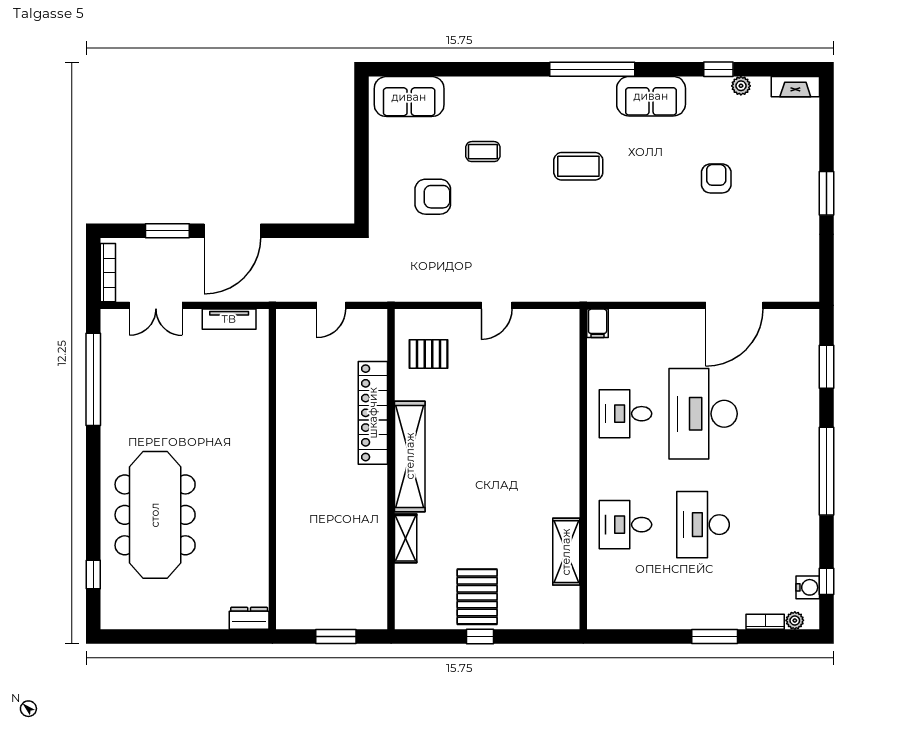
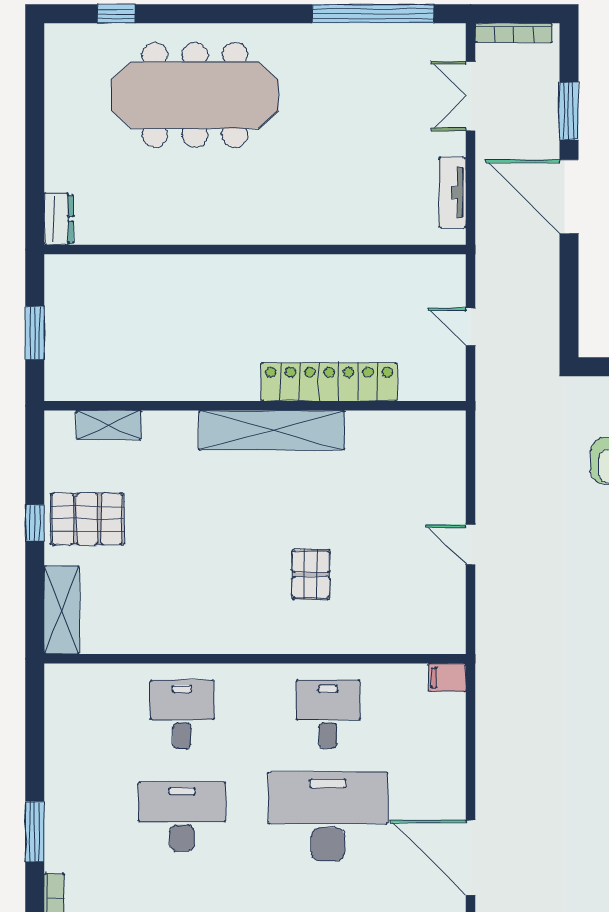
pallet: (428, 354) -> (311, 574), moved
shelving: (406, 538) -> (109, 425), moved
shelving: (566, 552) -> (62, 610), moved, turned 90

